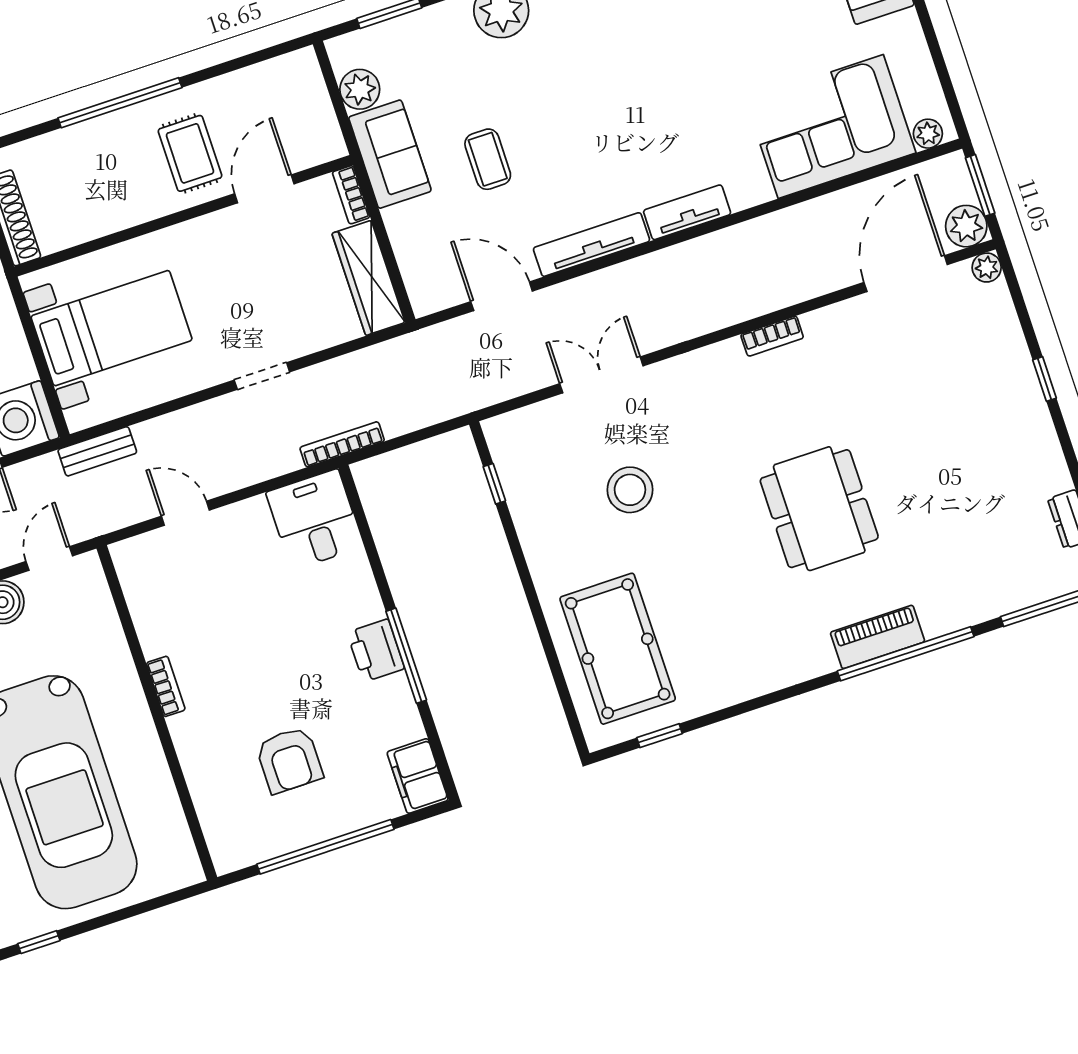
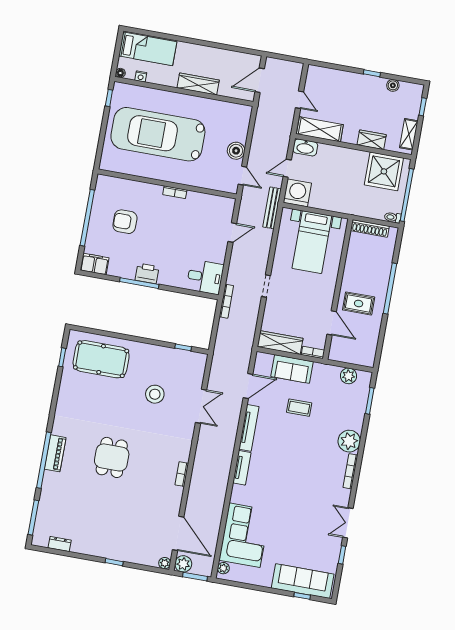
sofa: (390, 154) -> (292, 369), moved
bench: (97, 451) -> (272, 208), width x1.36
dining table: (819, 509) -> (112, 457), width x0.73

